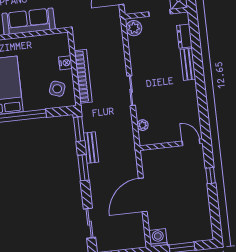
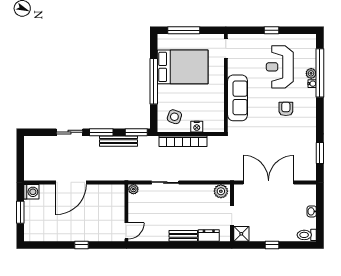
door: (191, 142) -> (126, 231), moved
wall: (171, 145) -> (126, 213), moved
bench: (91, 148) -> (119, 141), width x1.36
door: (143, 195) -> (71, 182), swing flipped
sliding door: (90, 223) -> (69, 132), moved

